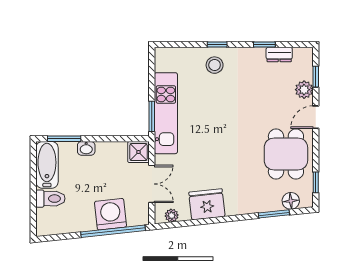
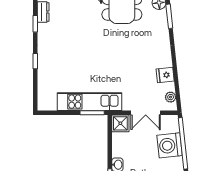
stool: (215, 65) -> (52, 63), removed
double door: (152, 184) -> (146, 113), swing flipped
fridge: (207, 204) -> (165, 75), width x0.53, depth x0.75

